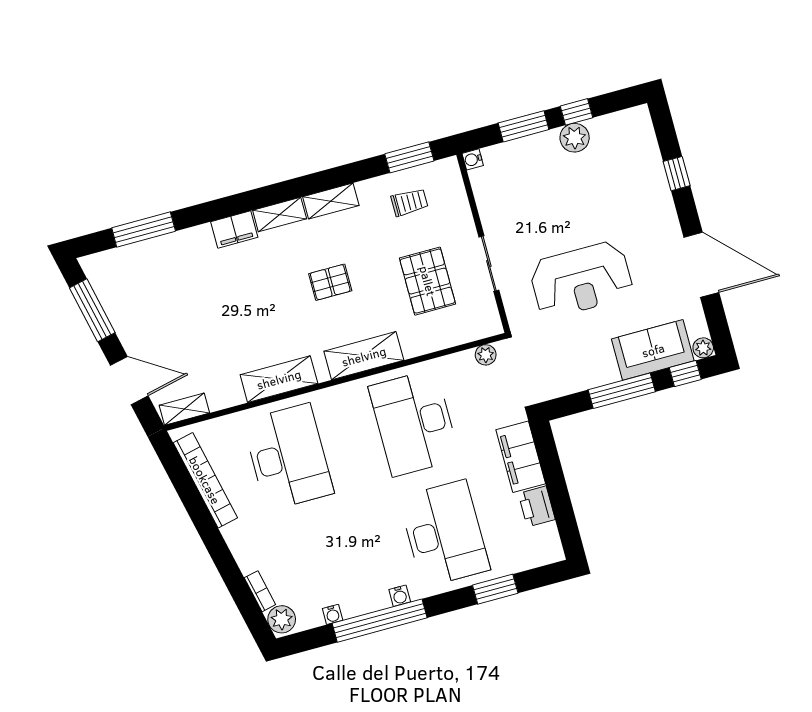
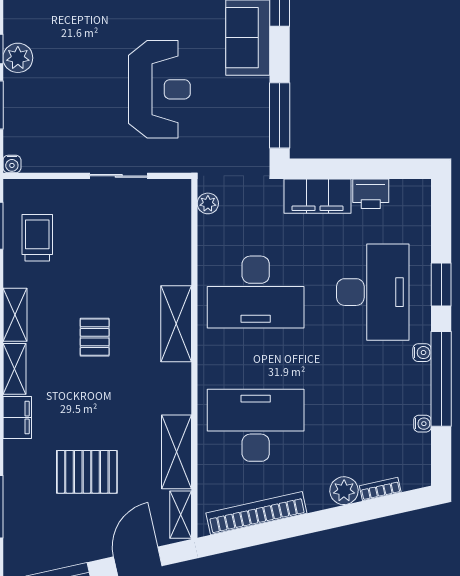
trolley: (409, 202) -> (37, 238), width x1.36, depth x1.39
pallet: (428, 281) -> (87, 472), moved
shelving: (279, 379) -> (176, 452), moved
window: (622, 391) -> (280, 115), moved
desk: (444, 534) -> (373, 292), turned 90
window: (495, 589) -> (441, 284), moved
plant: (282, 619) -> (344, 491), moved

